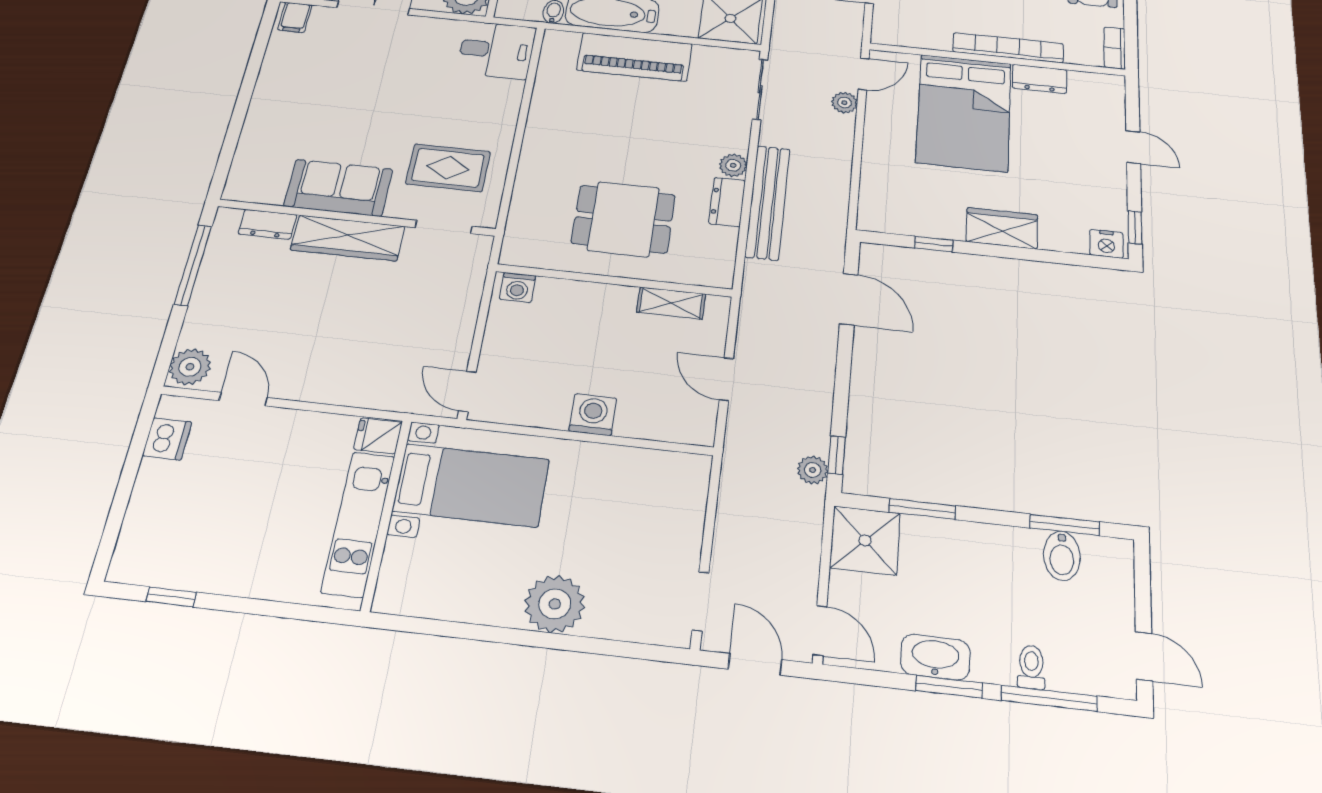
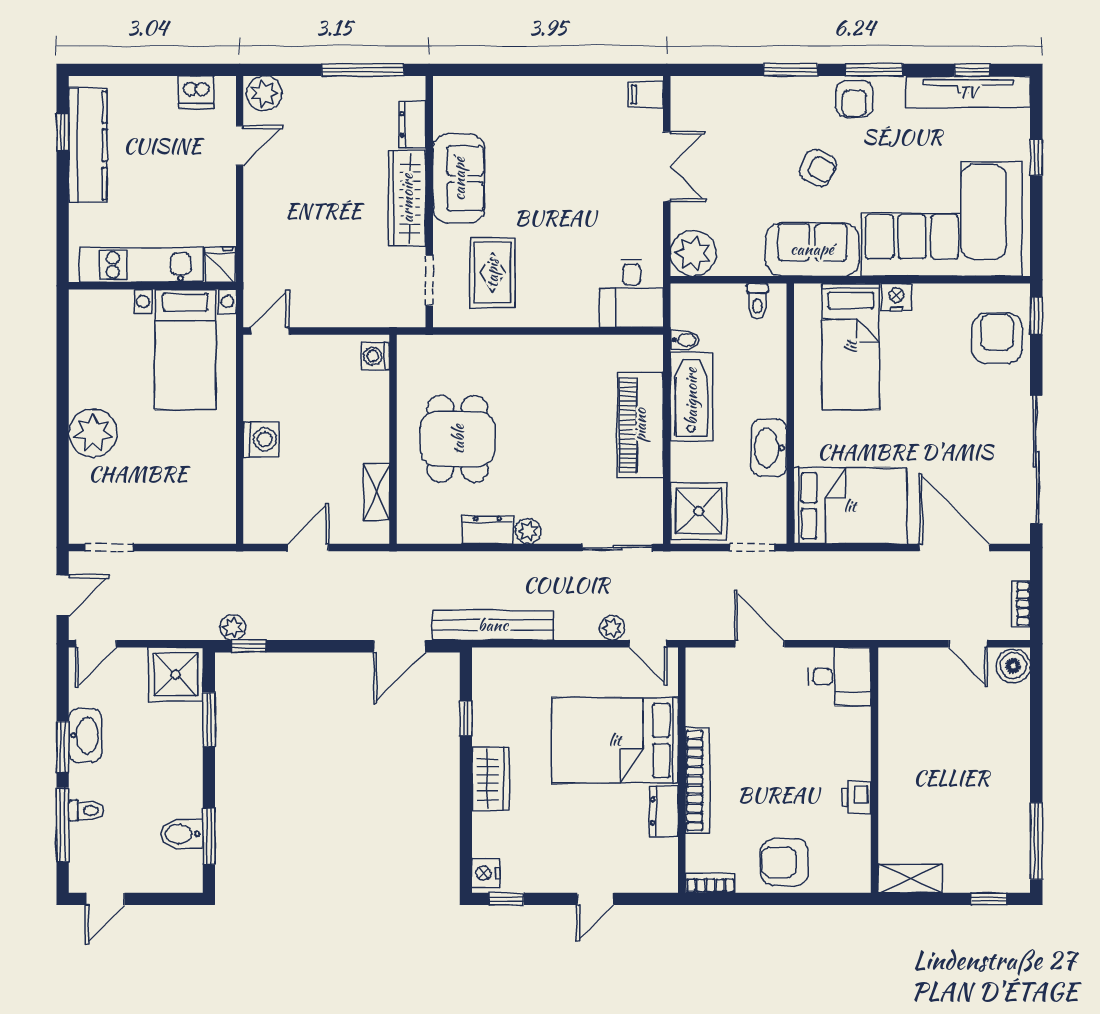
bench: (768, 202) -> (493, 625), moved
kitchen counter: (196, 569) -> (88, 145), added

